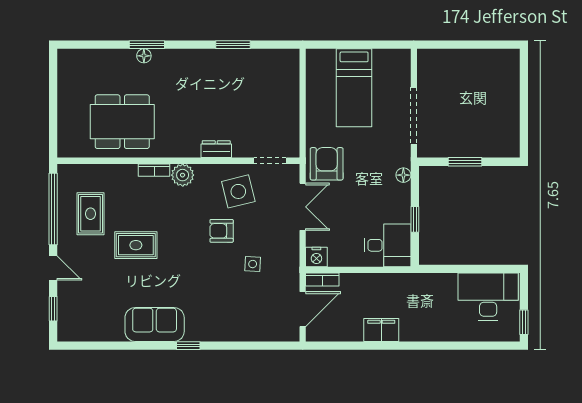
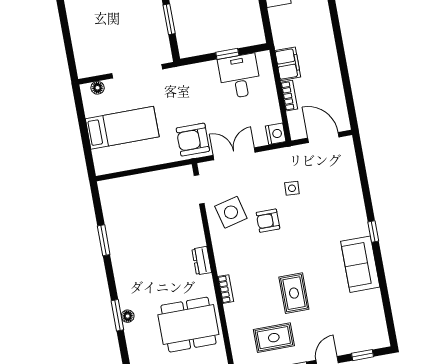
dining table: (122, 122) -> (188, 325), turned 90
dresser: (216, 149) -> (202, 261), moved
plant: (183, 175) -> (225, 263), removed
floor lamp: (403, 175) -> (98, 88), moved
armchair: (222, 231) -> (268, 221), turned 90
desk: (388, 245) -> (239, 76), moved
bookcase: (322, 280) -> (289, 96), moved
filing cabinet: (381, 330) -> (288, 64), moved, turned 180

